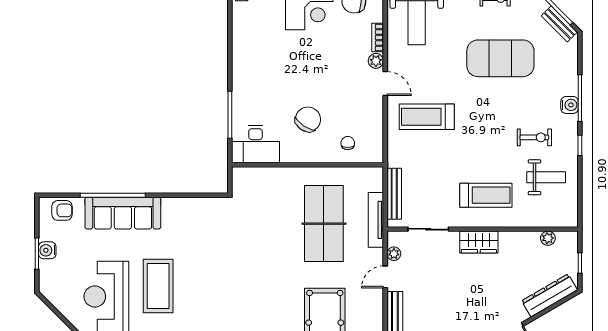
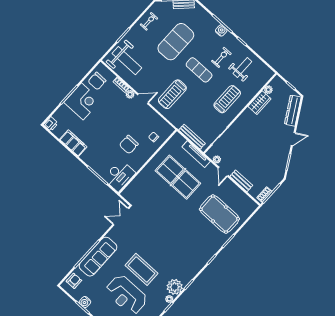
filing cabinet: (243, 44) -> (73, 143), added
chair: (308, 119) -> (129, 145), turned -124
exercise mat: (491, 123) -> (199, 70), added
double door: (203, 195) -> (121, 216), added
wardrobe: (479, 242) -> (260, 103), moved

